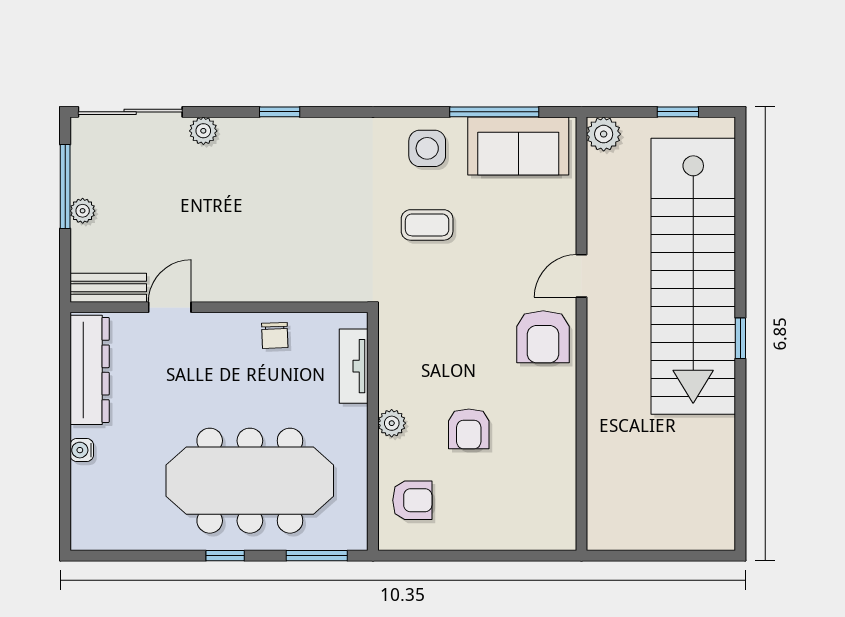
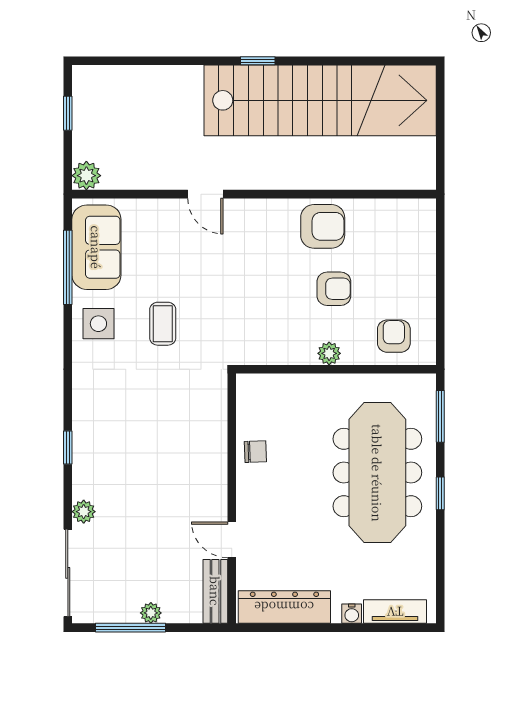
stairs: (693, 276) -> (320, 100), moved
armchair: (543, 337) -> (323, 226), moved
tv unit: (354, 366) -> (395, 612), moved, turned 180

